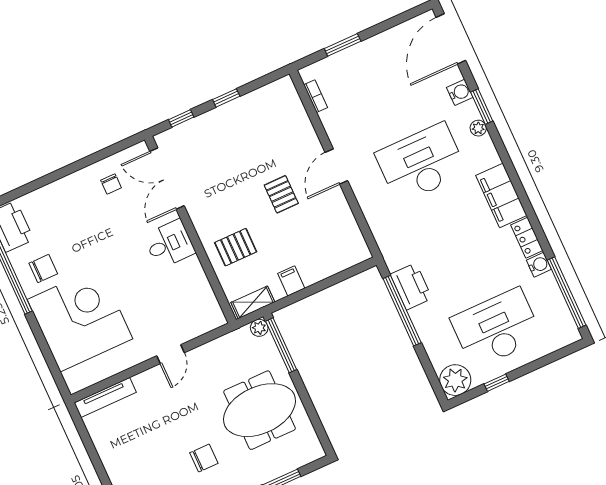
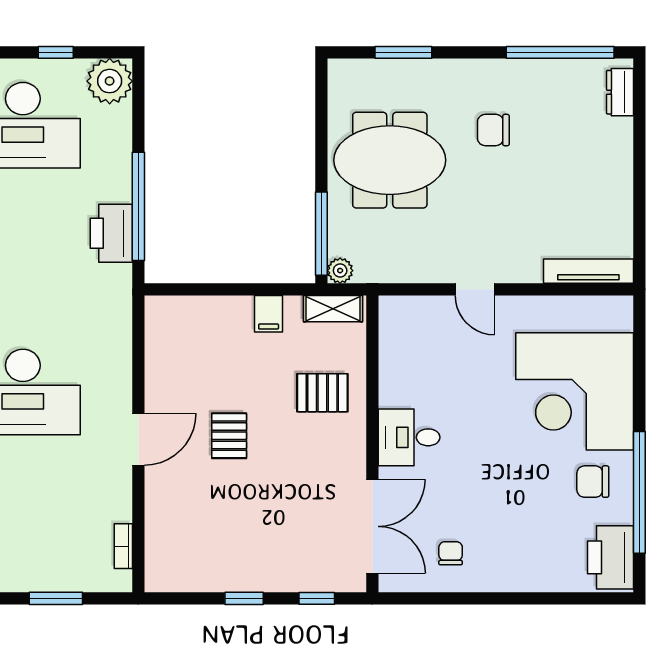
door: (171, 354) -> (475, 289), swing flipped

